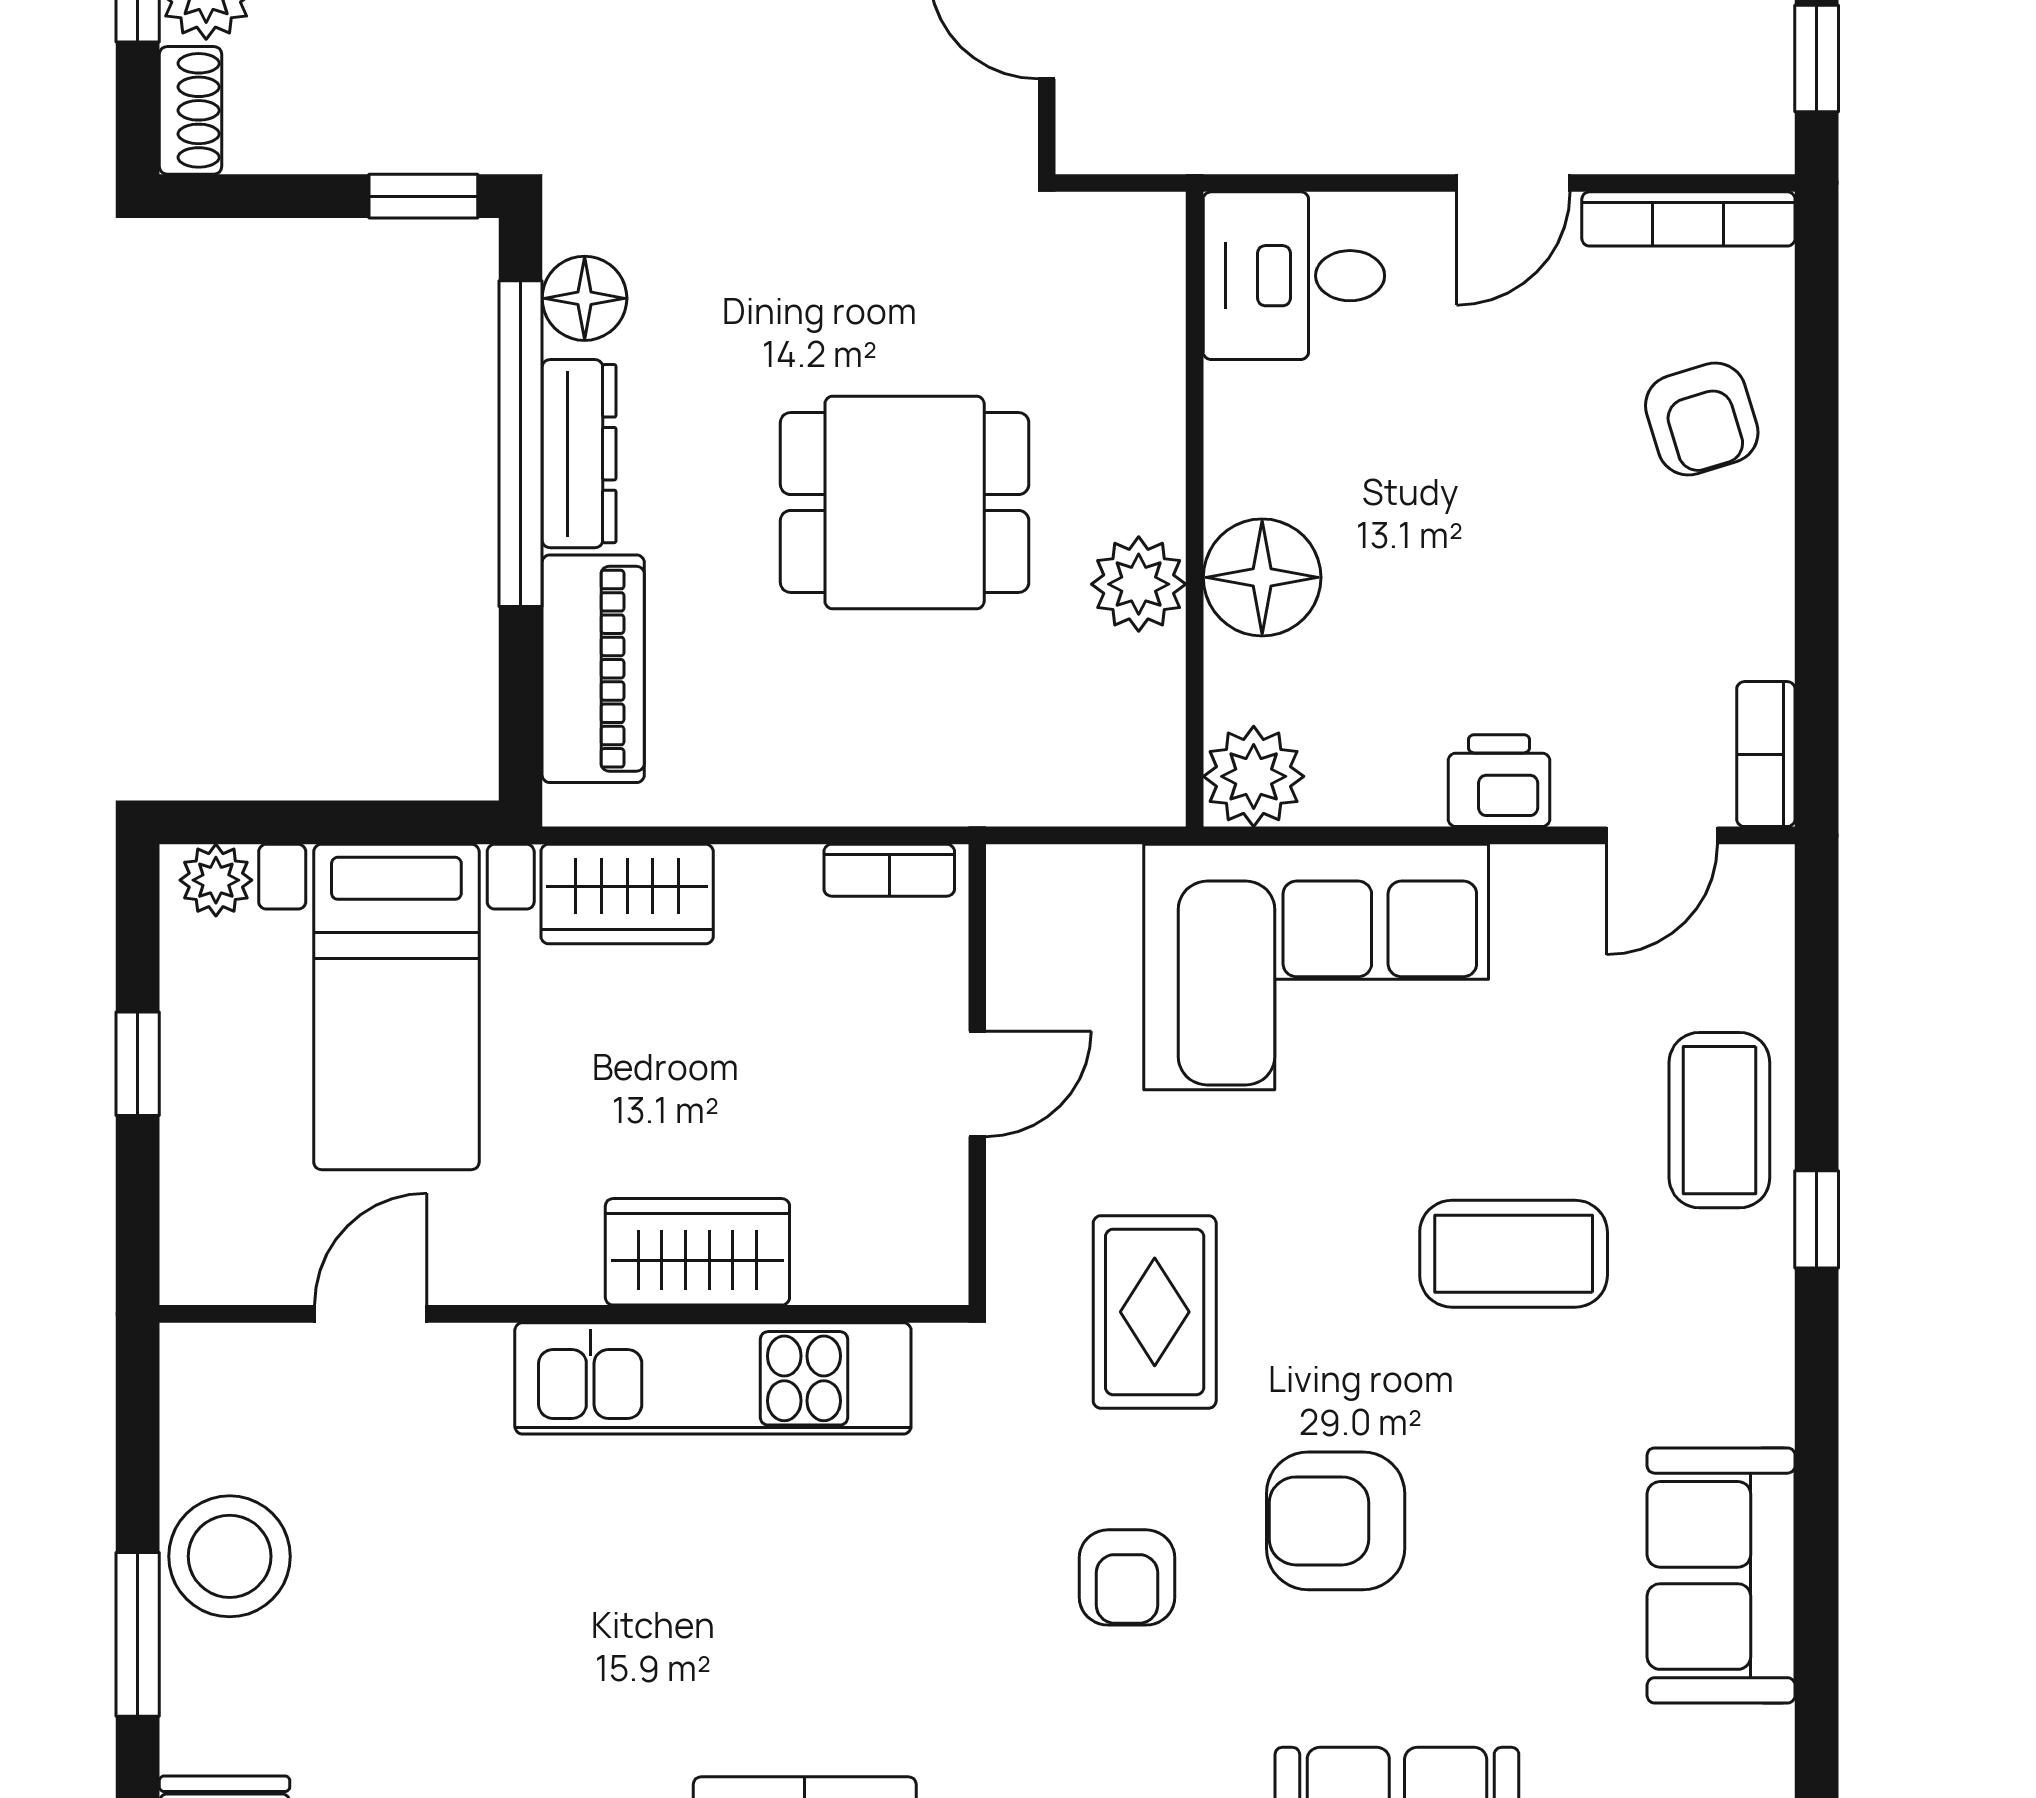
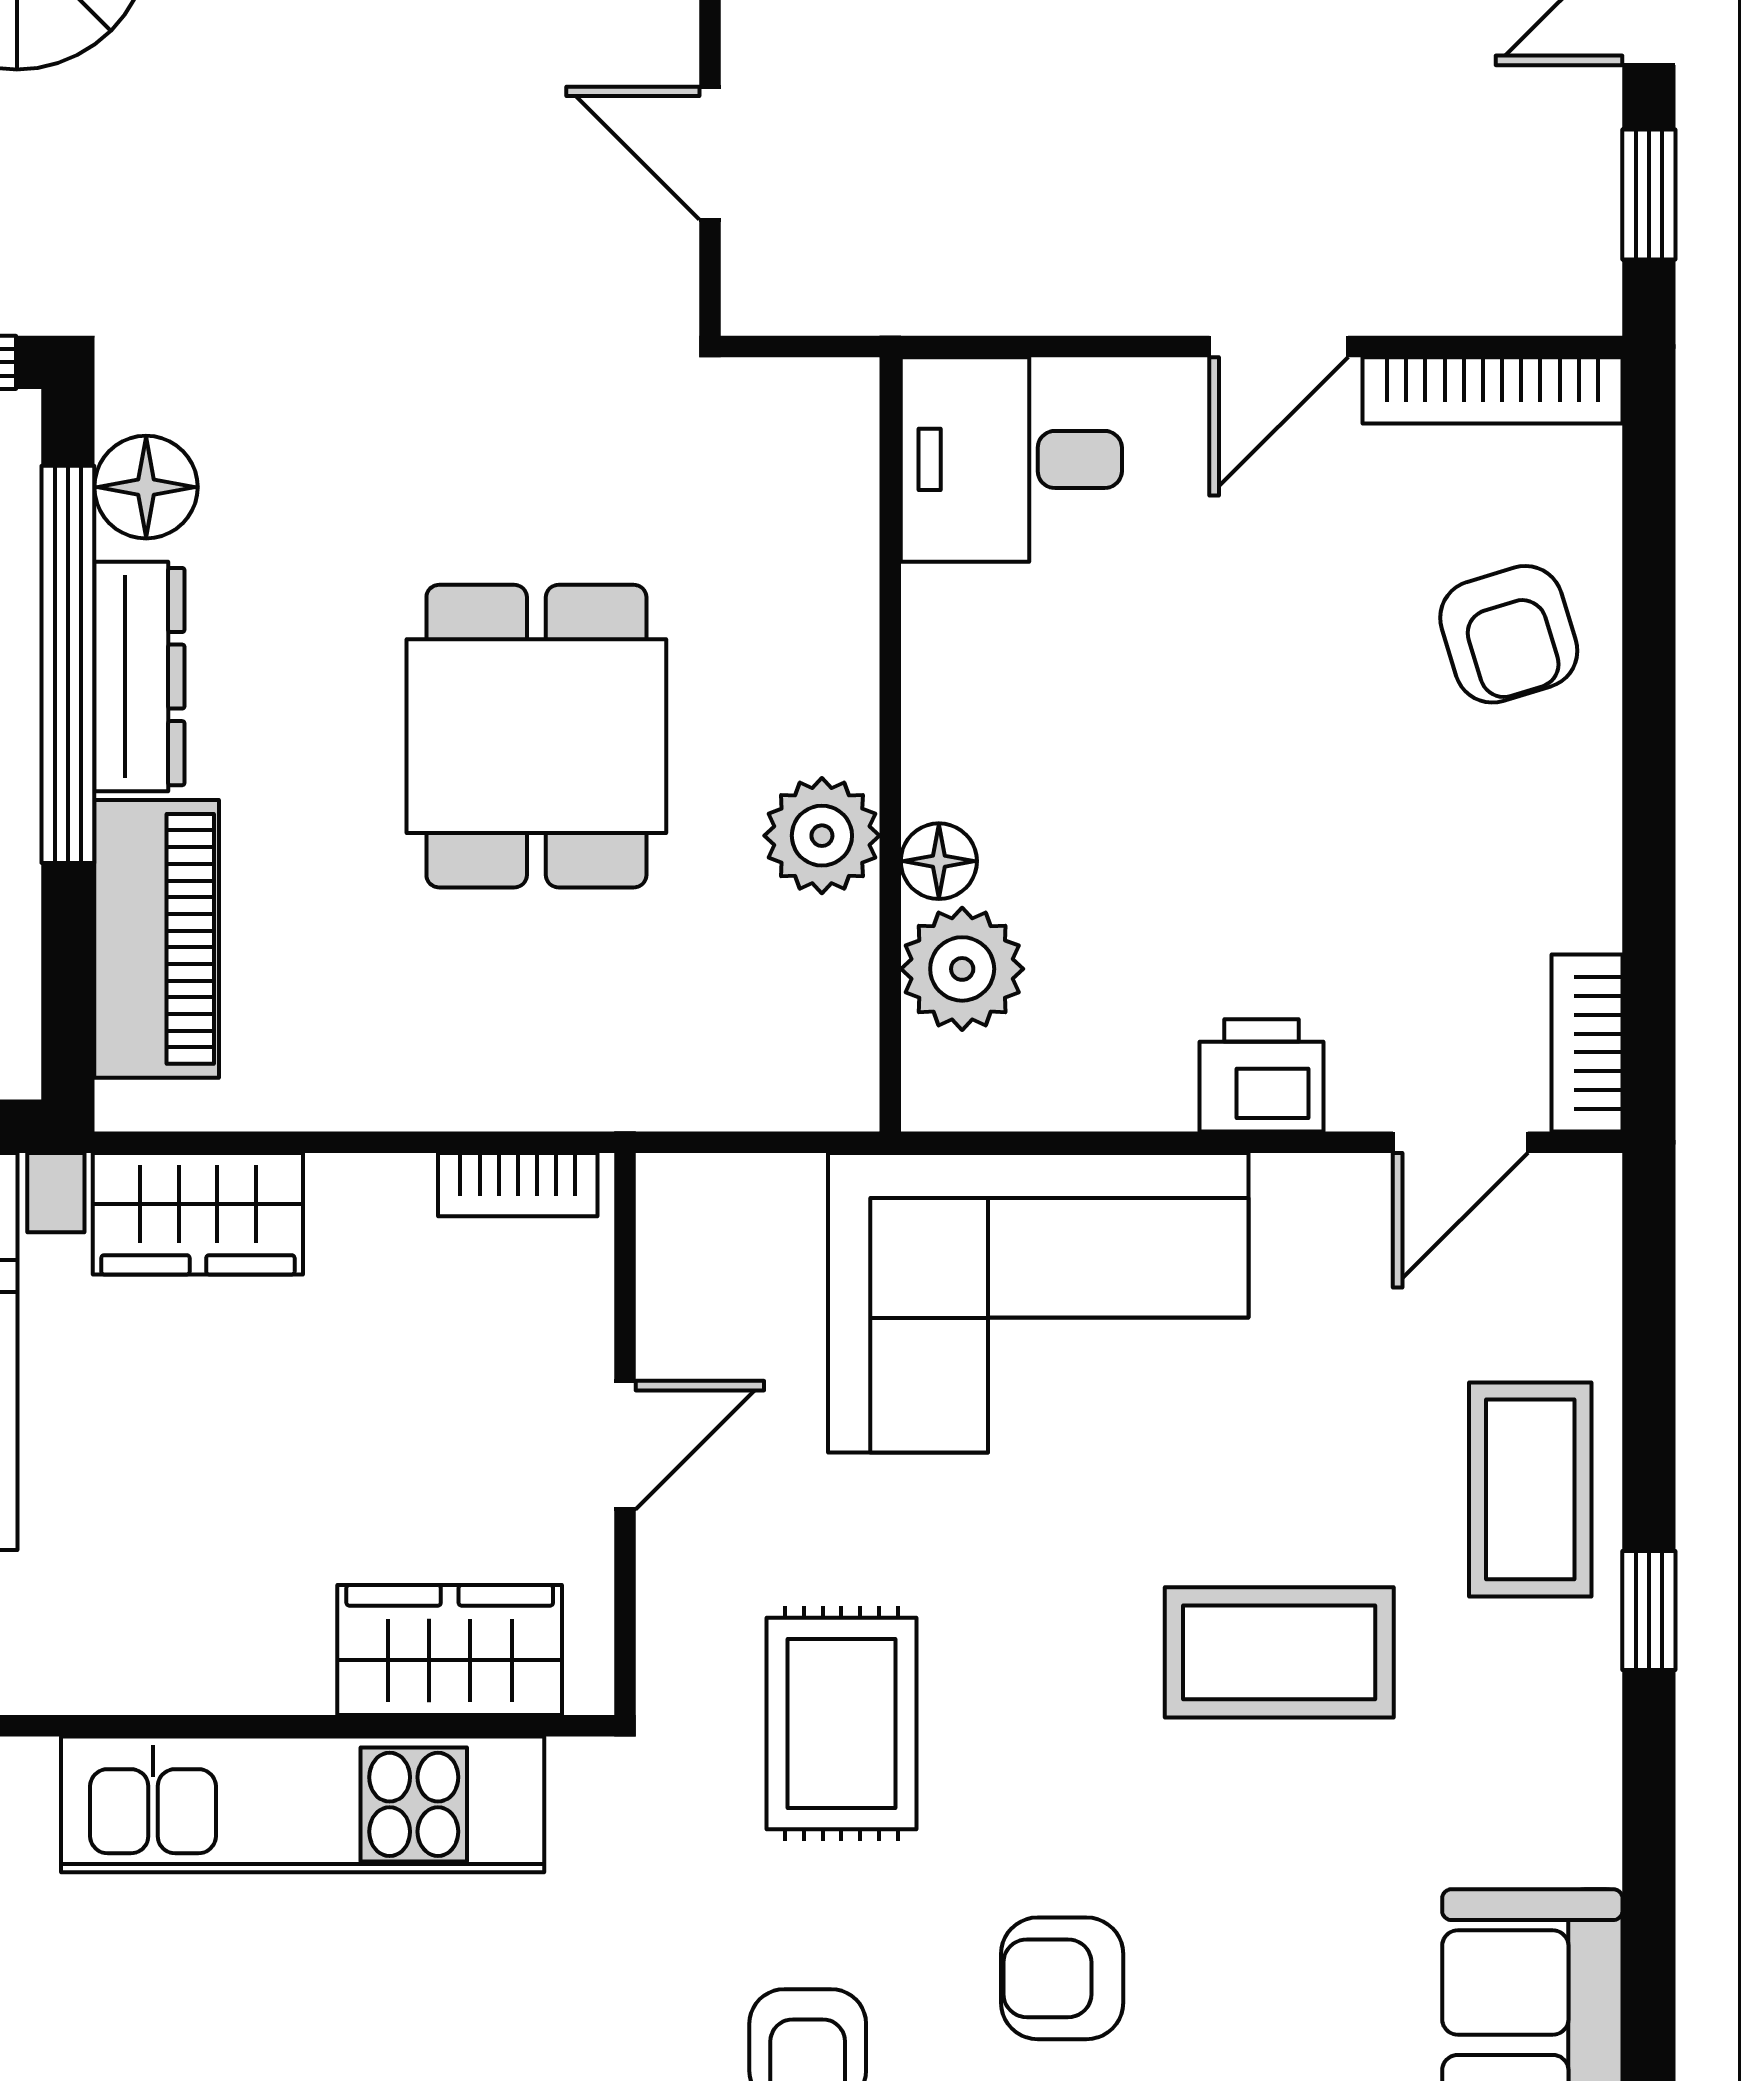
dining table: (905, 502) -> (536, 736), turned 90
floor lamp: (1262, 577) -> (939, 861), width x0.53, depth x0.53
plant: (1254, 776) -> (962, 969), moved
wardrobe: (697, 1252) -> (450, 1650), moved
armchair: (1336, 1521) -> (1062, 1978), width x0.72, depth x0.72

